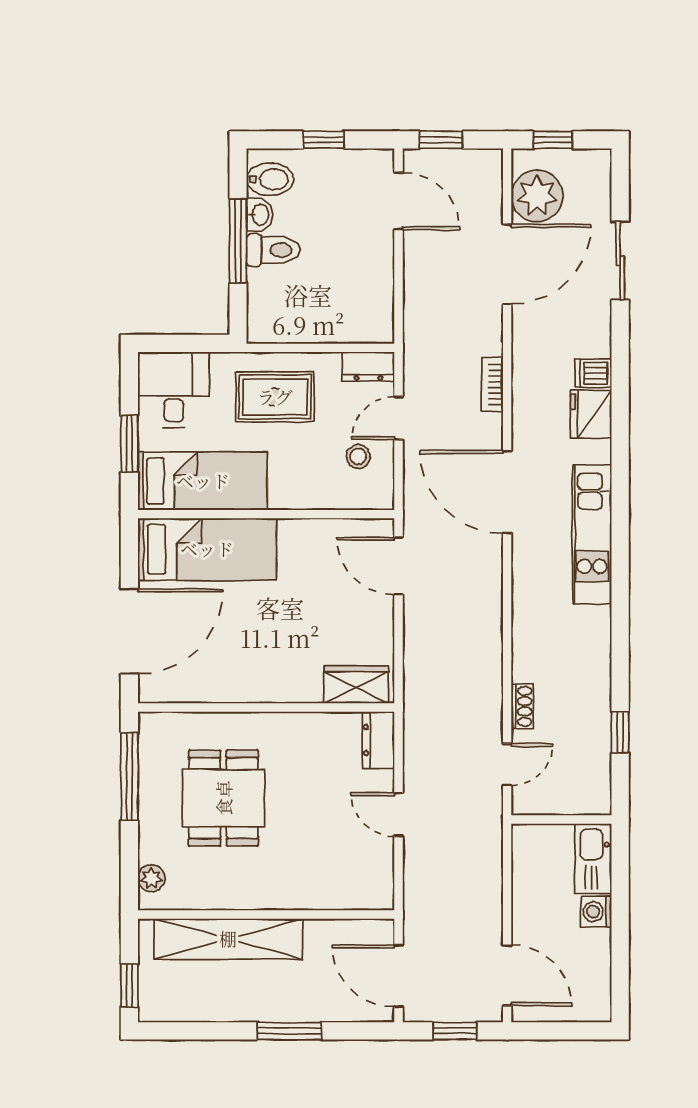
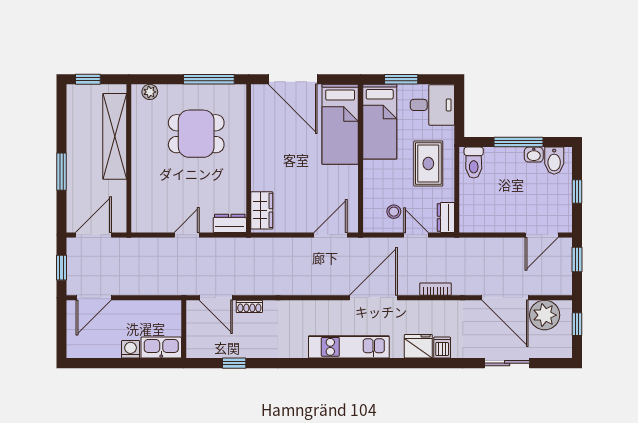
toilet: (273, 250) -> (474, 163), moved
door: (507, 765) -> (216, 298), width x1.38

